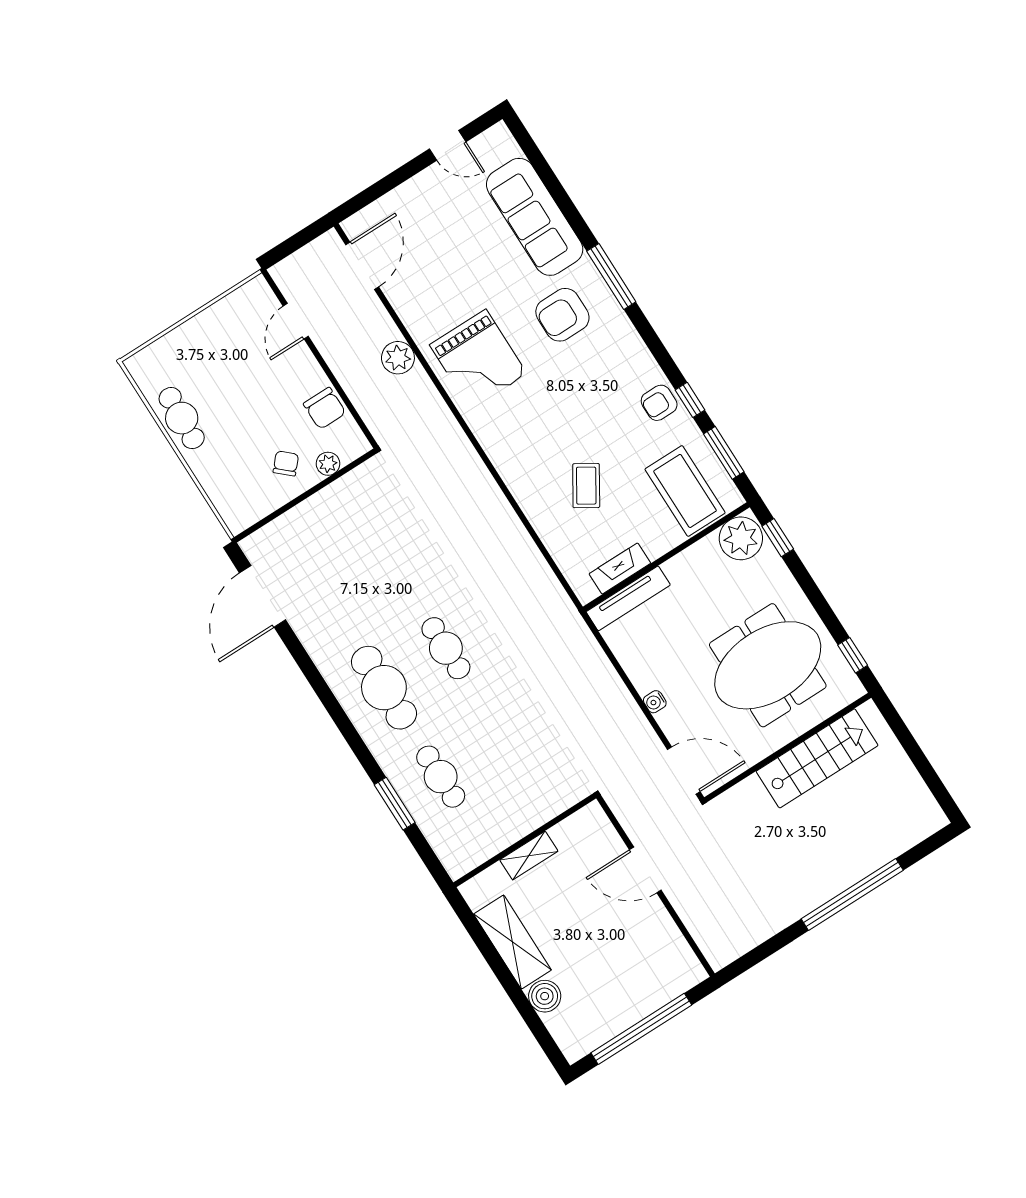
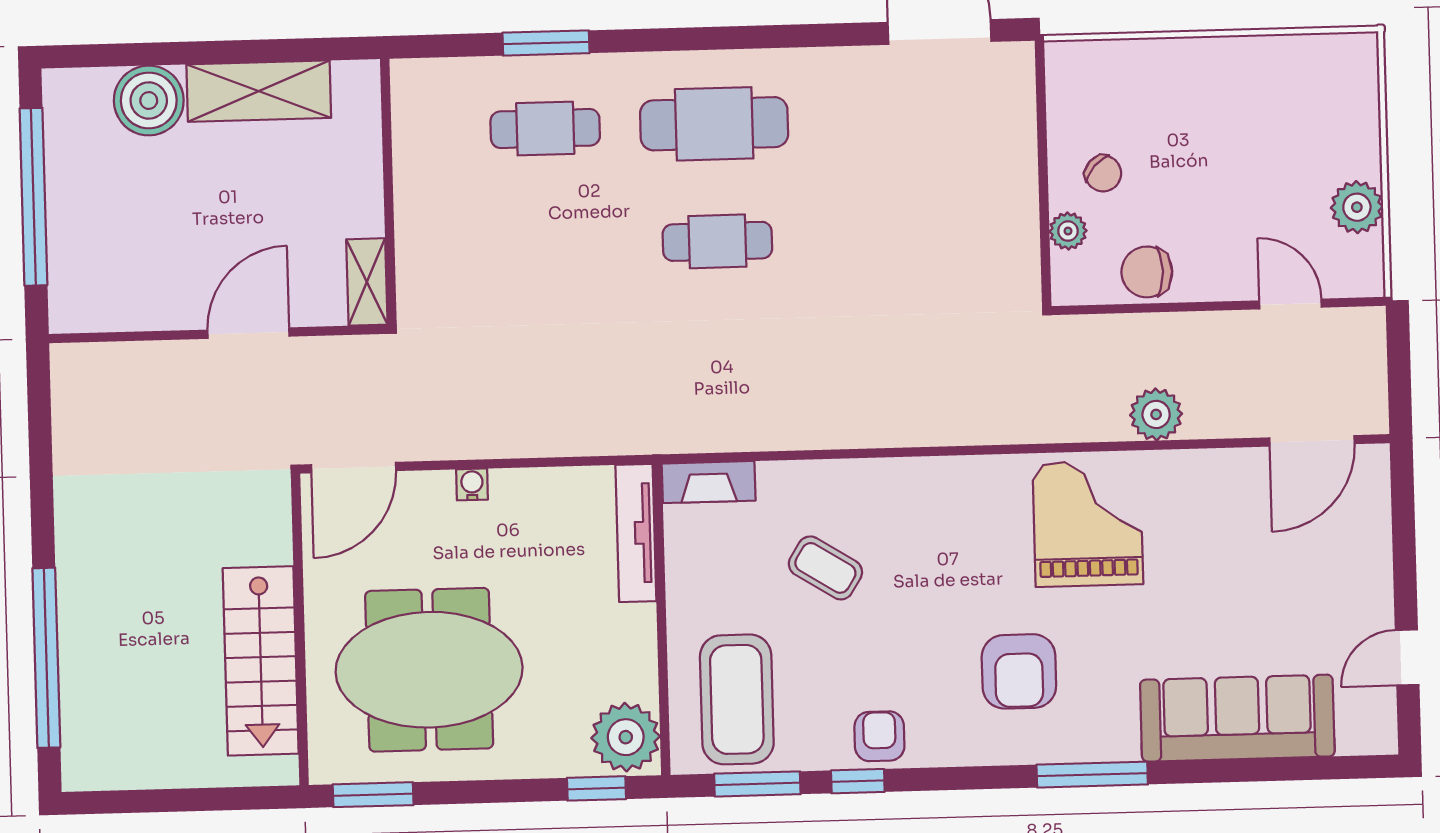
door: (362, 266) -> (1312, 441), hinge flipped
armchair: (562, 315) -> (1019, 671), moved, turned 180
plant: (223, 317) -> (1357, 207), added
grand piano: (478, 359) -> (1088, 524), turned 90
cafe table: (182, 418) -> (1251, 67), removed
coffee table: (685, 491) -> (737, 699), turned 90
fireplace: (620, 568) -> (709, 482), moved, turned 90
window: (853, 655) -> (373, 795), width x1.50
meeting table: (768, 665) -> (429, 670), turned 90
shelving: (529, 856) -> (367, 282), moved
window: (852, 894) -> (46, 658), moved
boiler: (545, 996) -> (149, 100), width x1.37, depth x1.37

